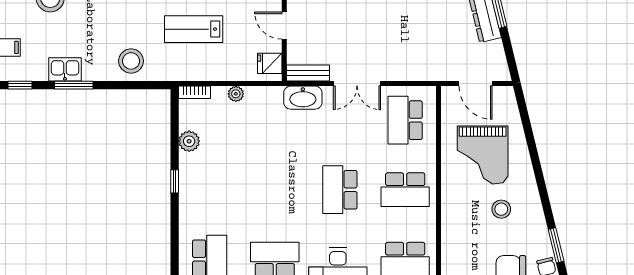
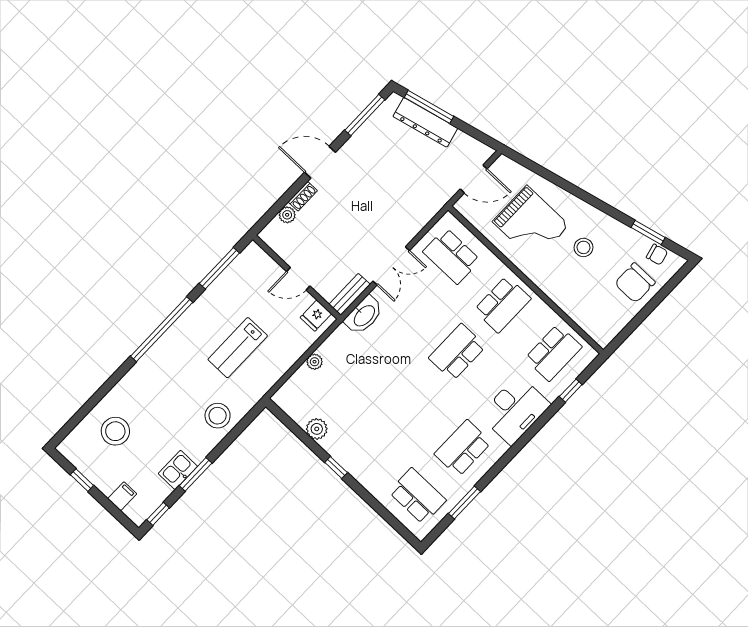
bookcase: (194, 92) -> (285, 391), removed
school desk: (340, 190) -> (457, 352), turned 90

